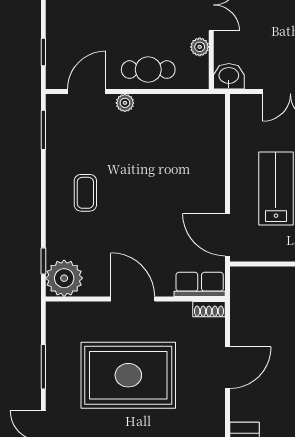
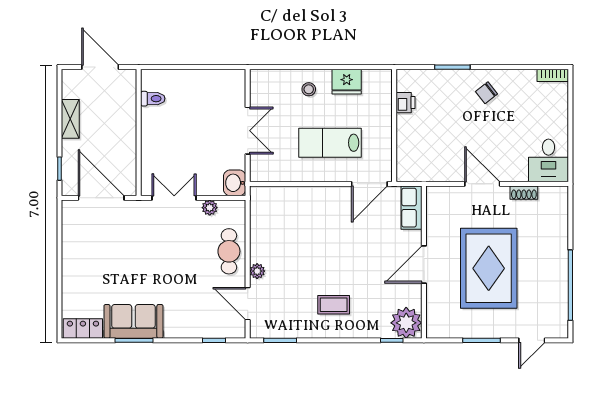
shoe rack: (209, 309) -> (524, 193), moved, turned 90

